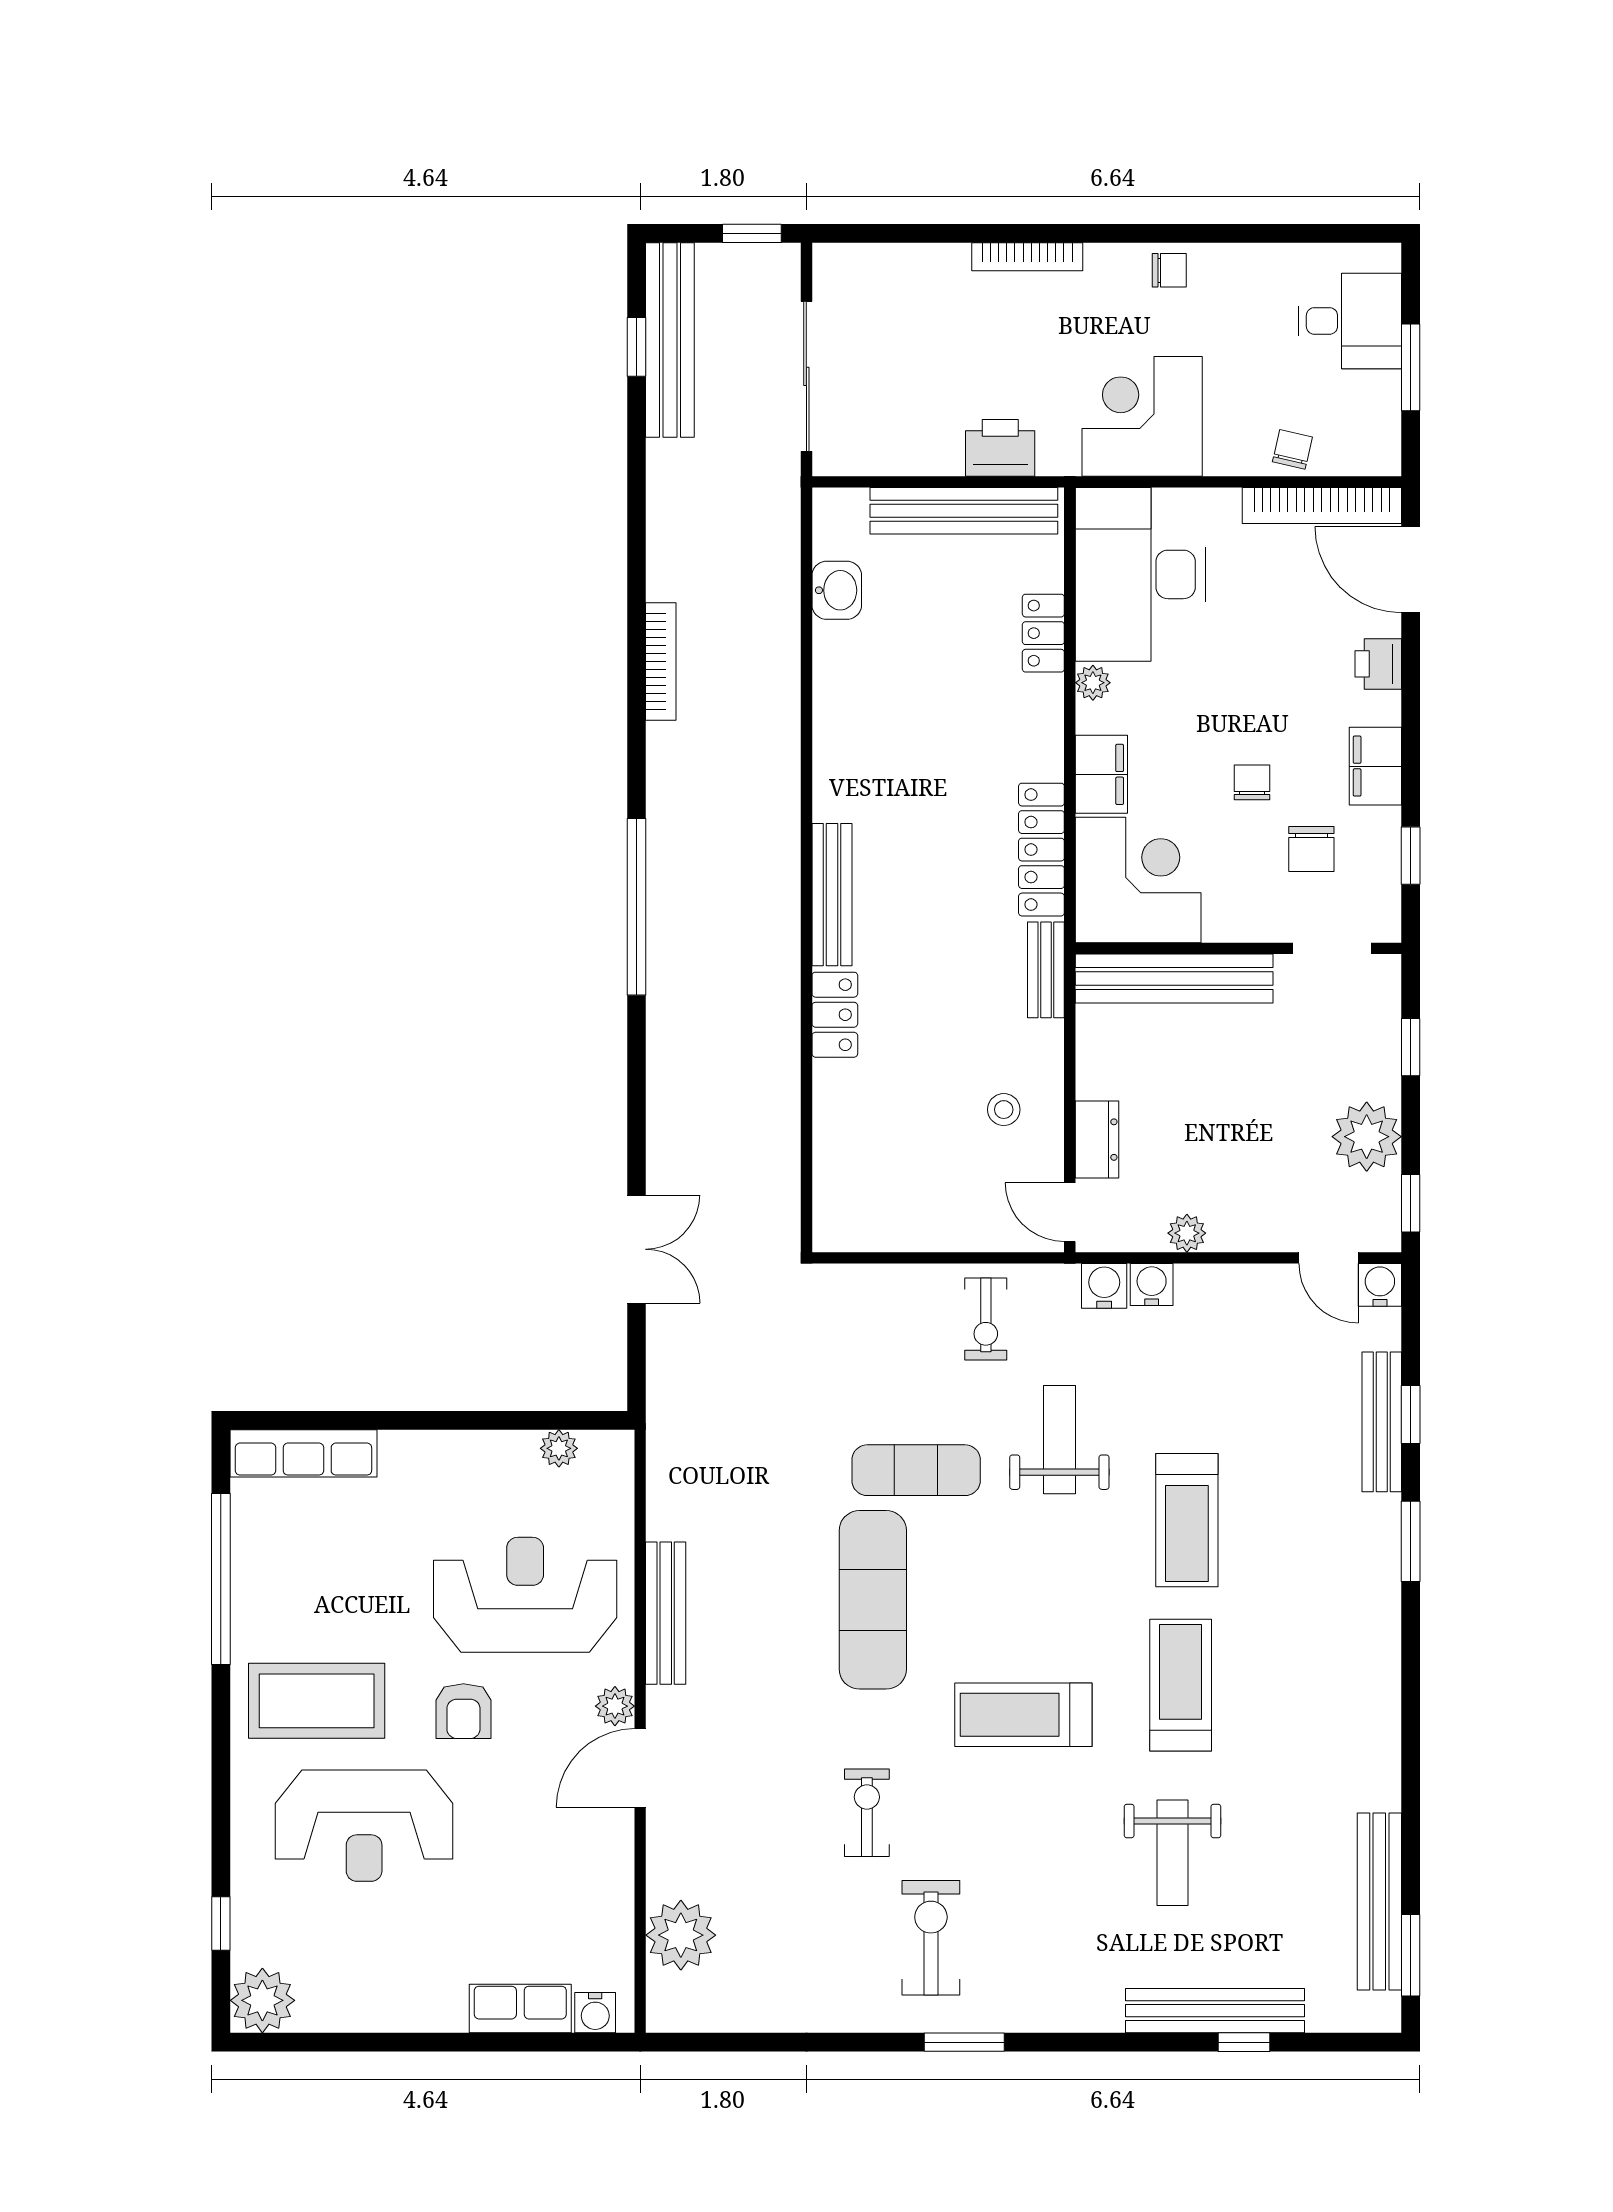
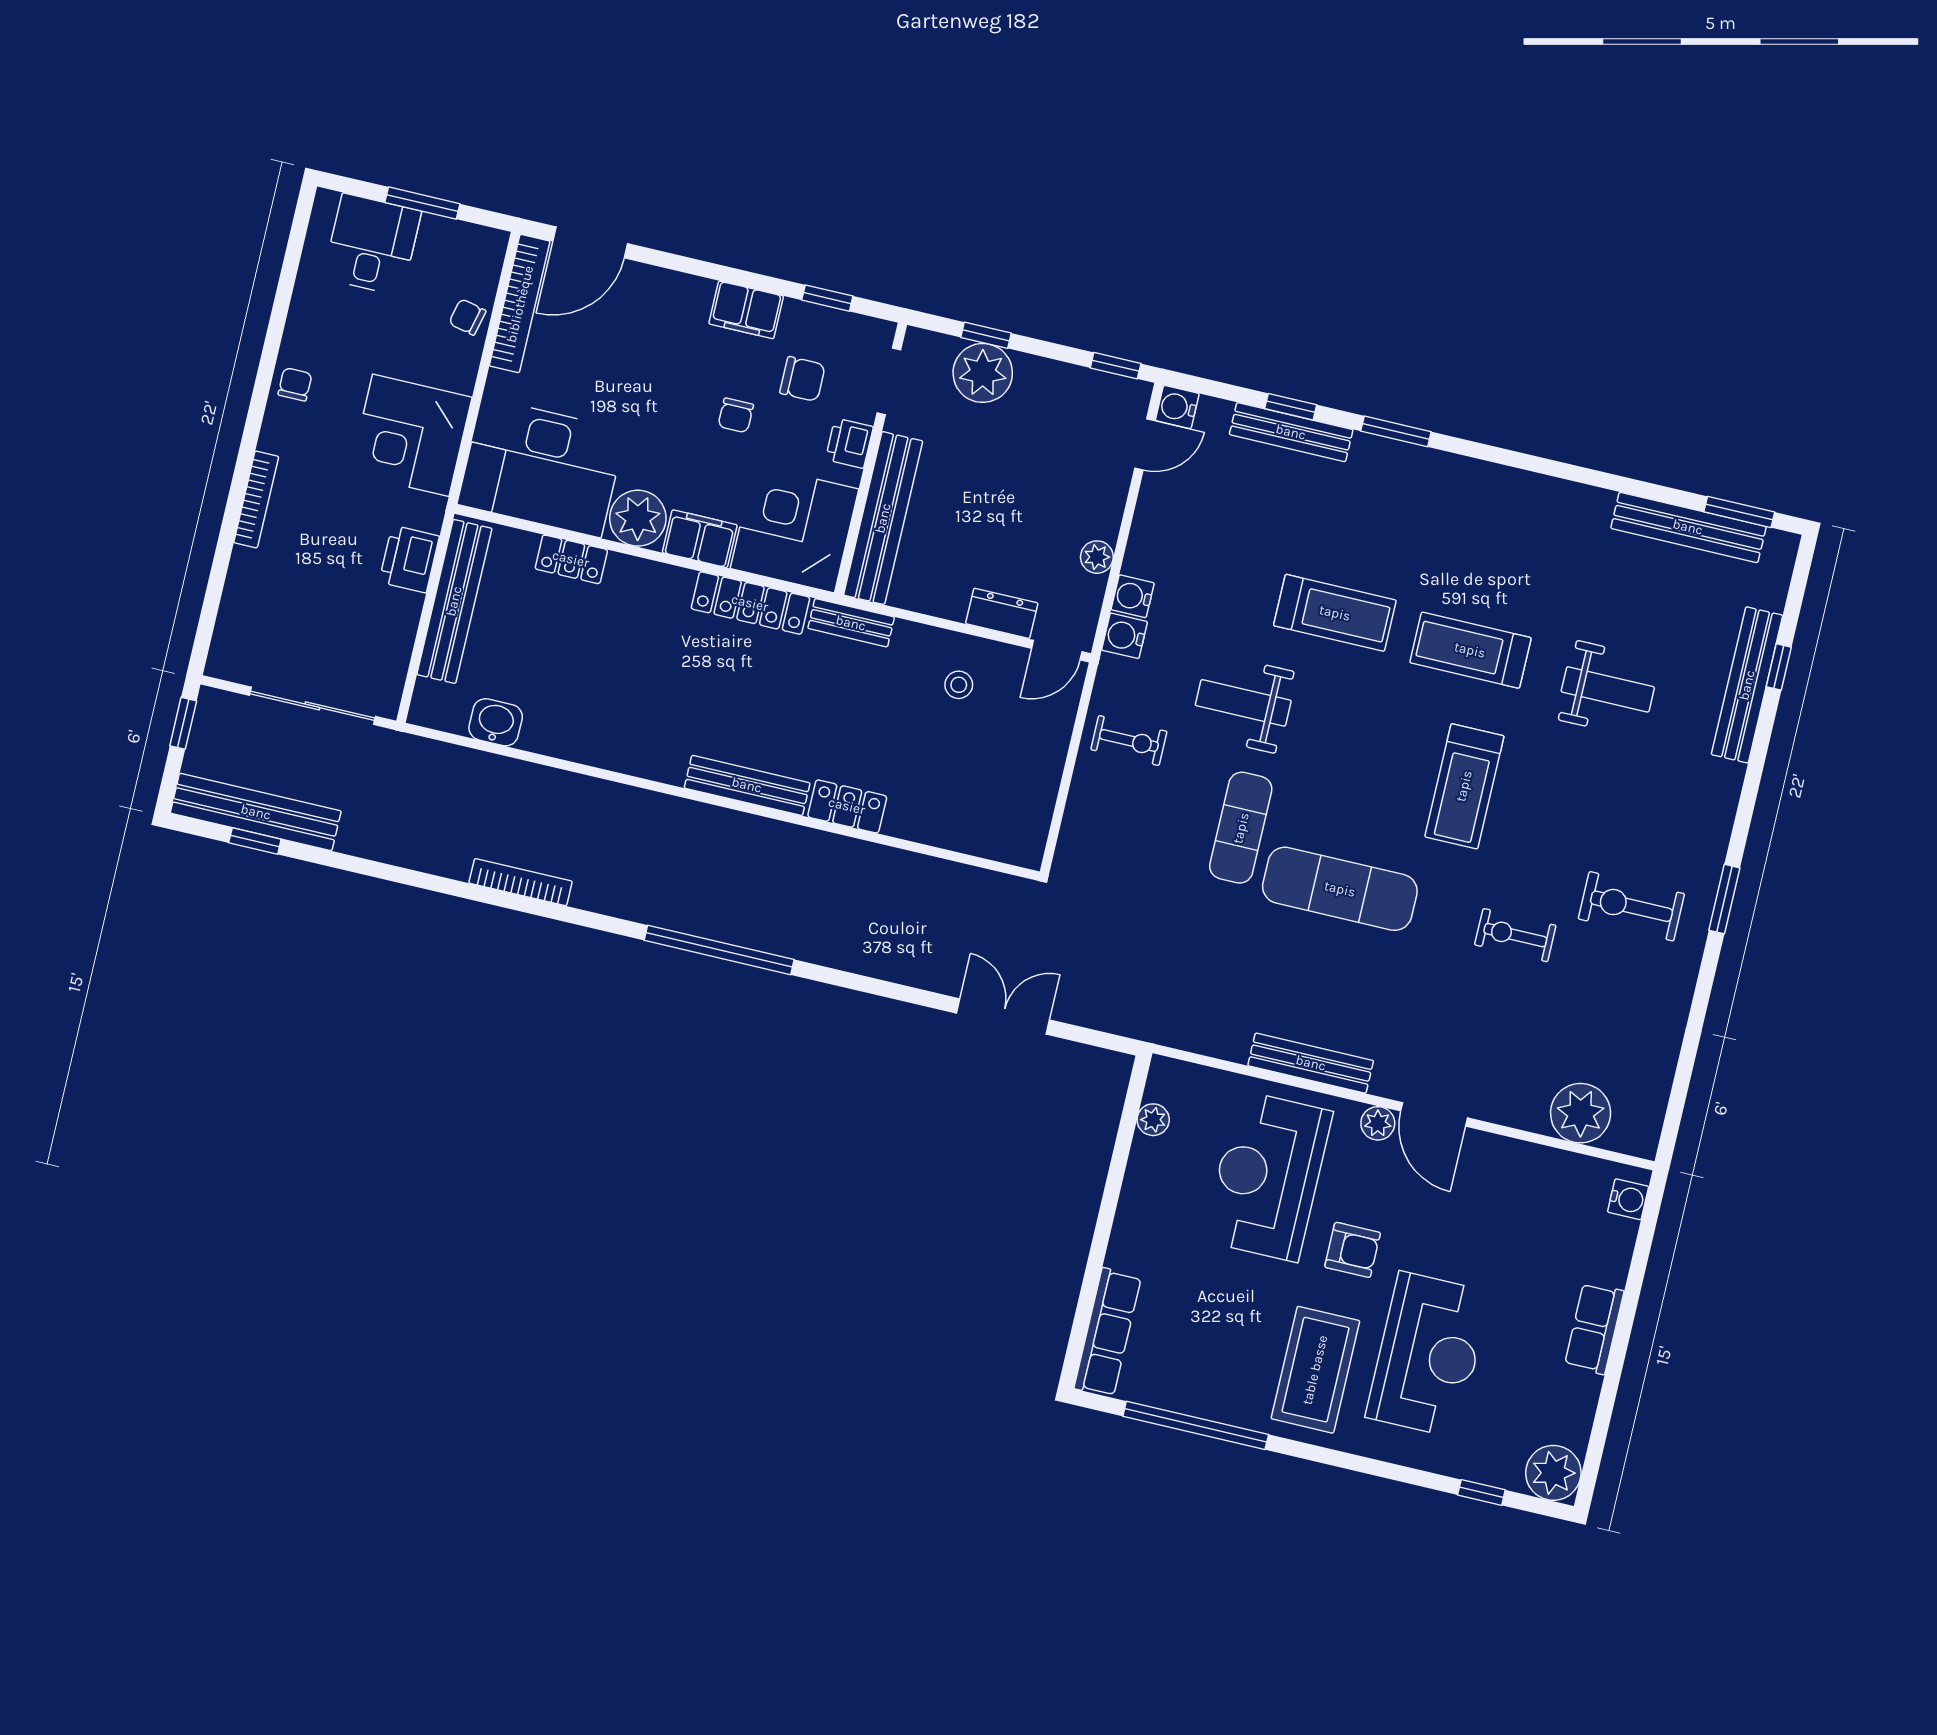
printer: (1378, 664) -> (849, 443), moved, turned 90
plant: (1093, 683) -> (638, 518), width x1.88, depth x1.88
chair: (1252, 782) -> (736, 415), turned -90
plant: (1367, 1137) -> (983, 373), moved
row of seats: (520, 2008) -> (1594, 1328), moved

